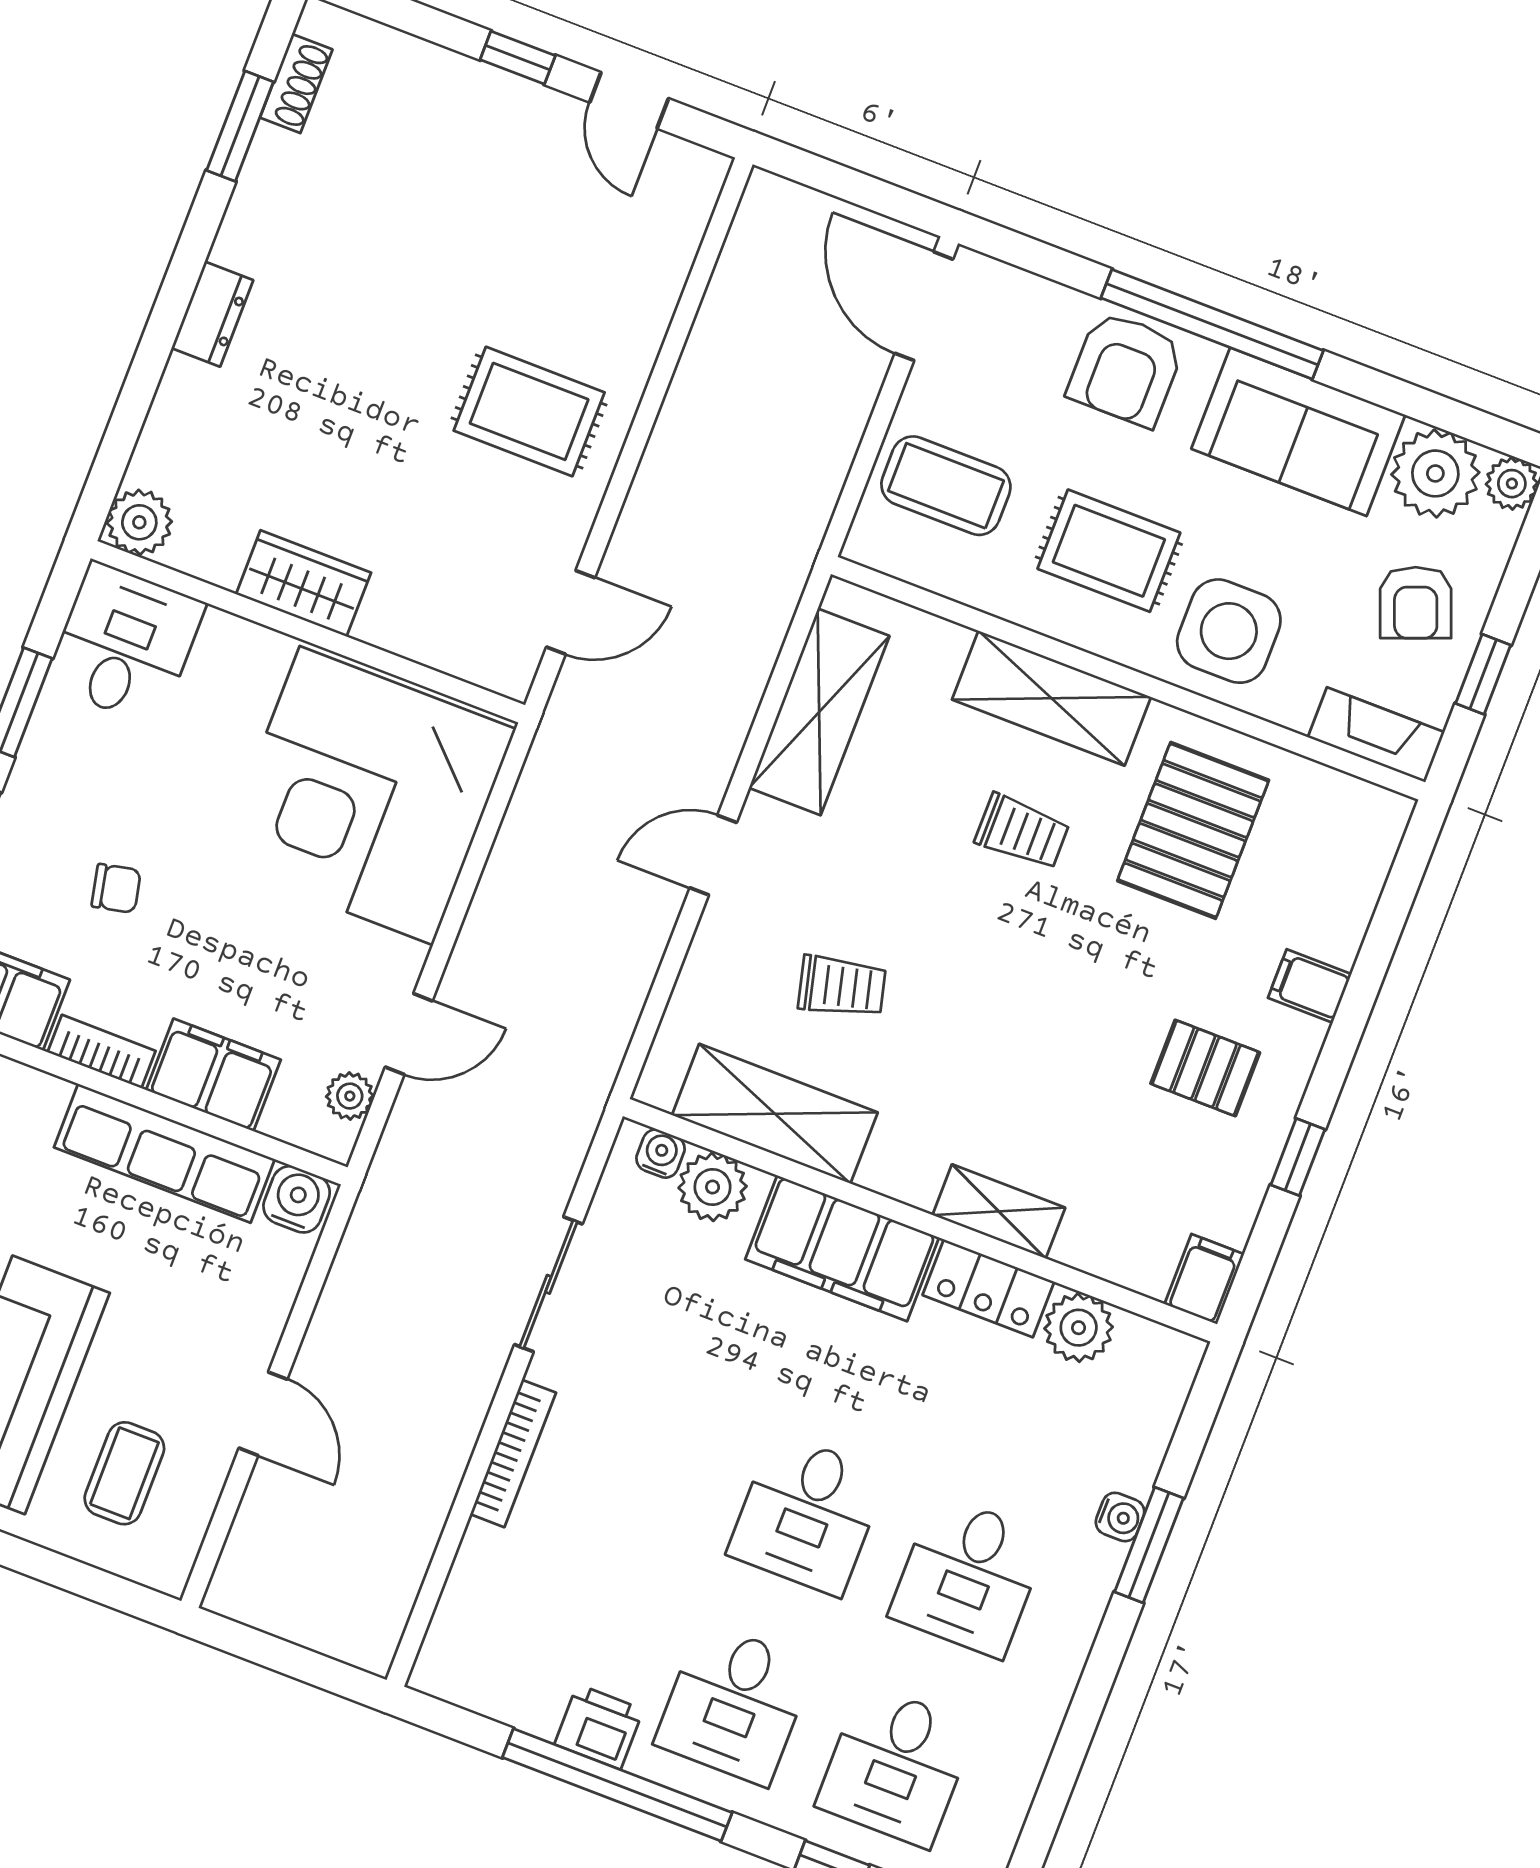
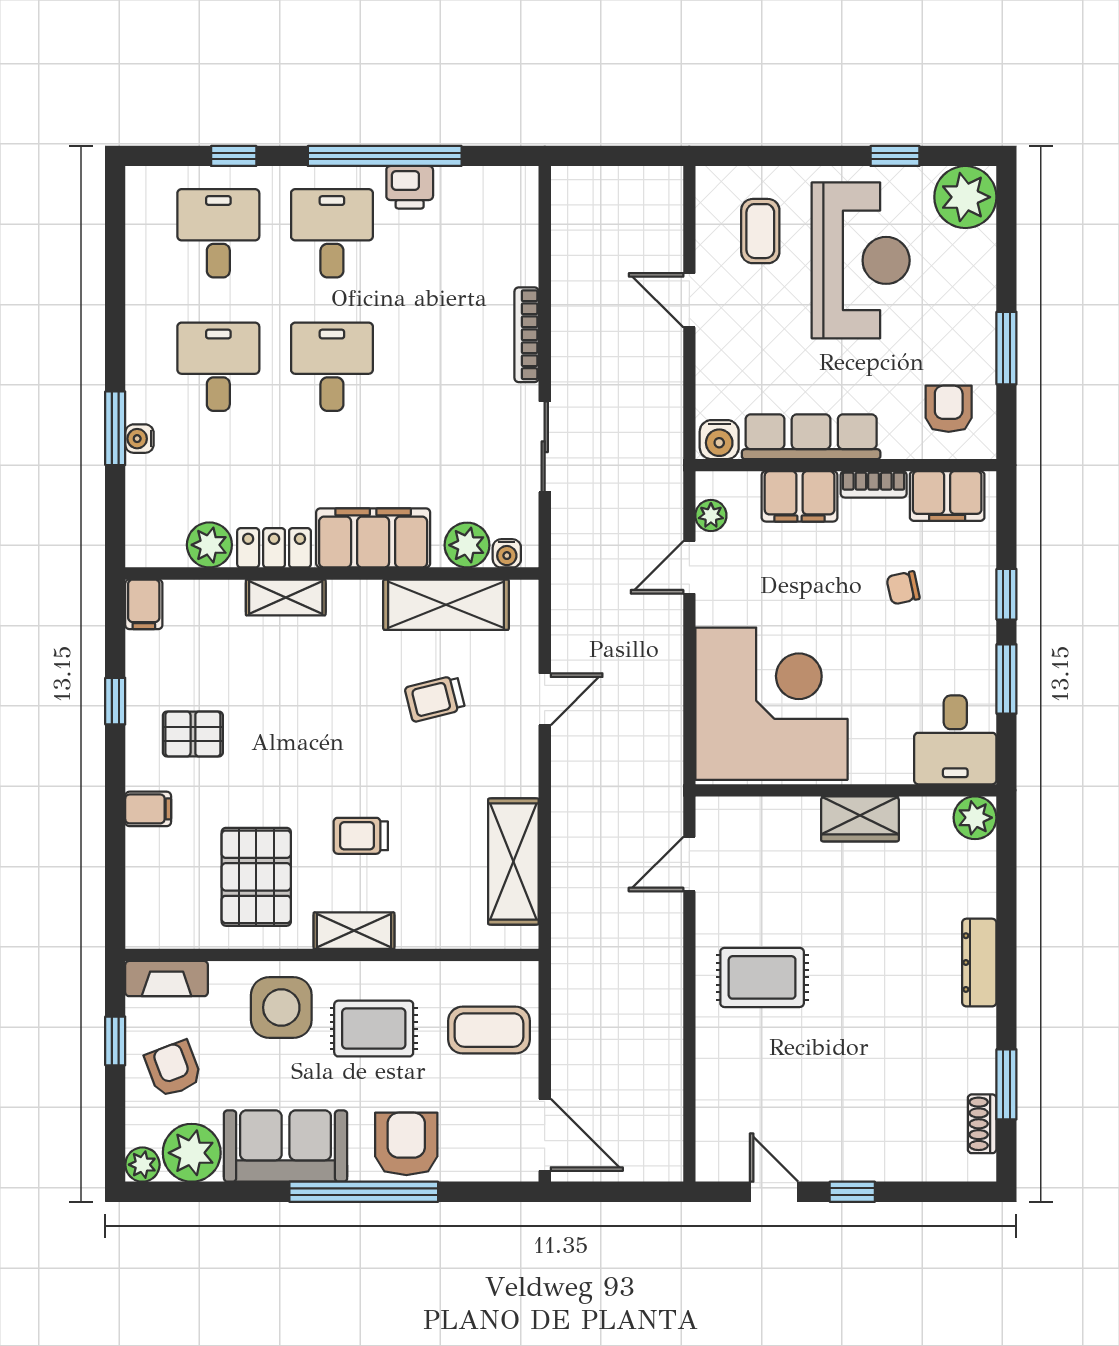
dresser: (212, 314) -> (979, 963), width x1.44
shelving: (1051, 698) -> (354, 931), width x0.67, depth x0.75
door: (713, 855) -> (545, 699), moved

